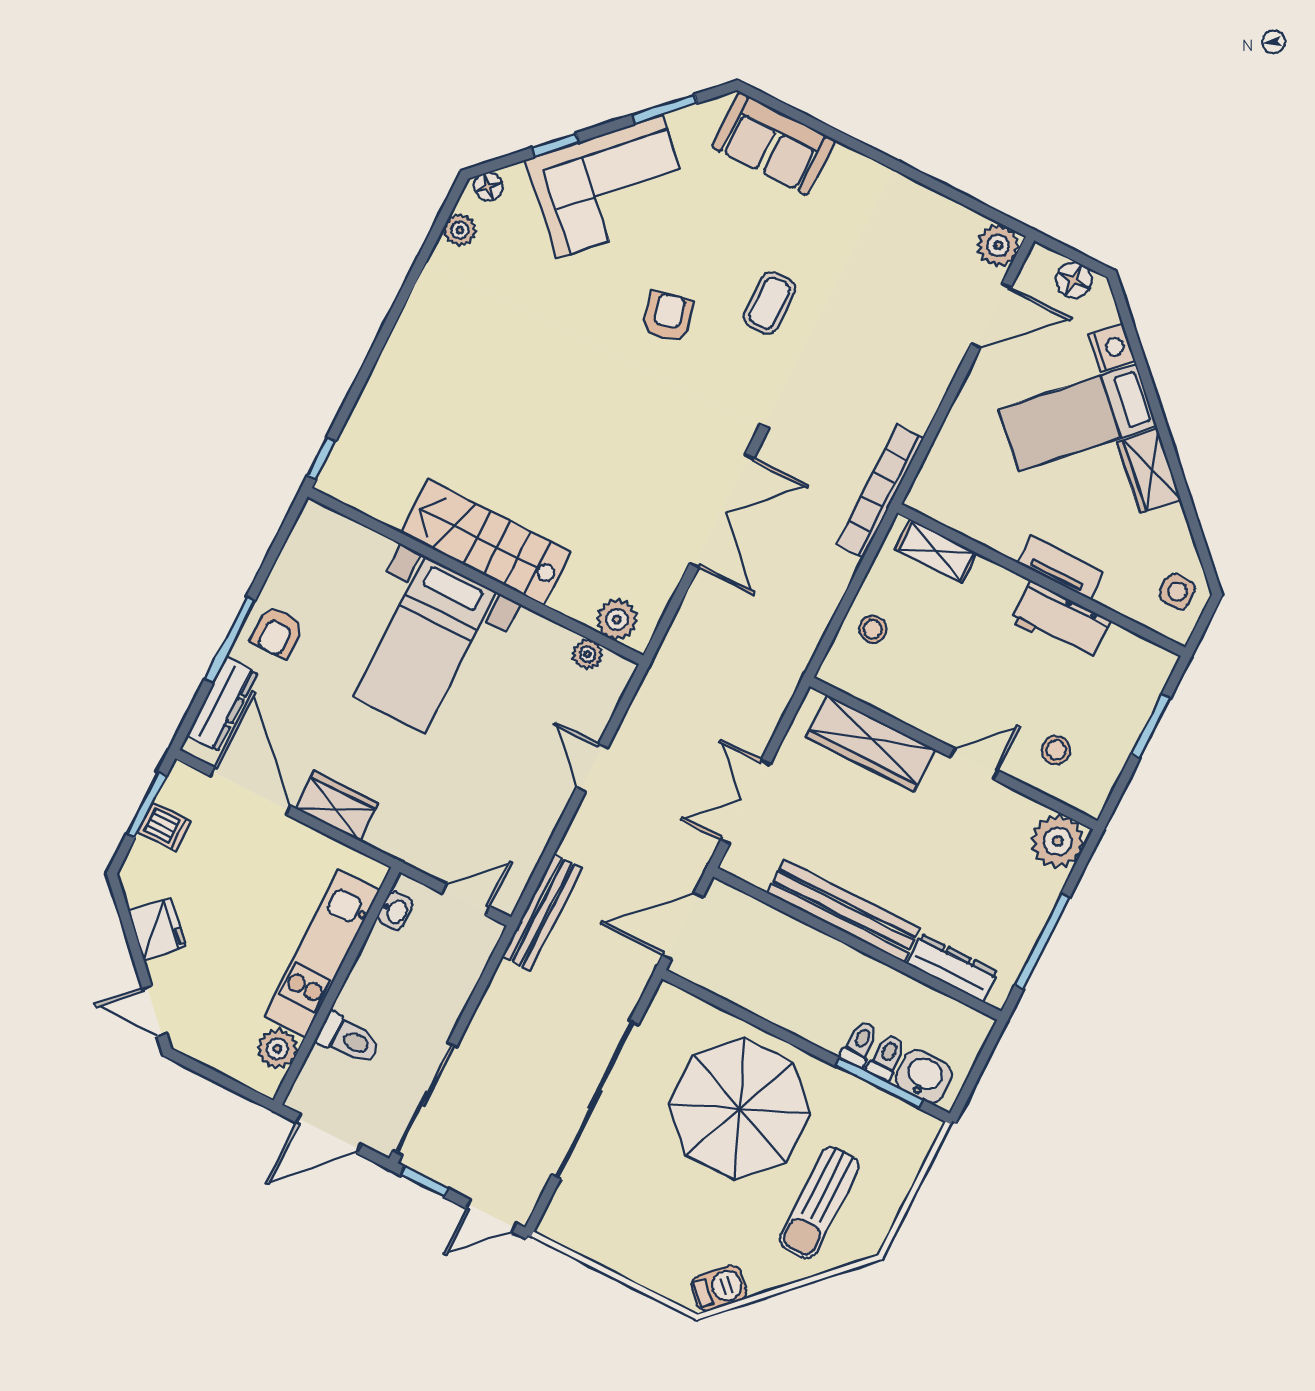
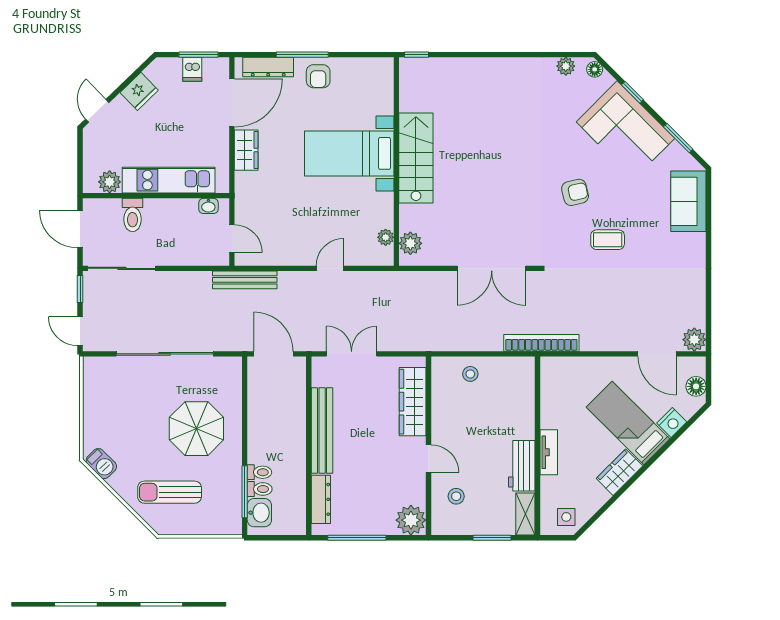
shelving: (936, 551) -> (525, 514), moved
armchair: (277, 632) -> (318, 76), turned -90
parasol: (740, 1109) -> (196, 429), width x0.73, depth x0.73

